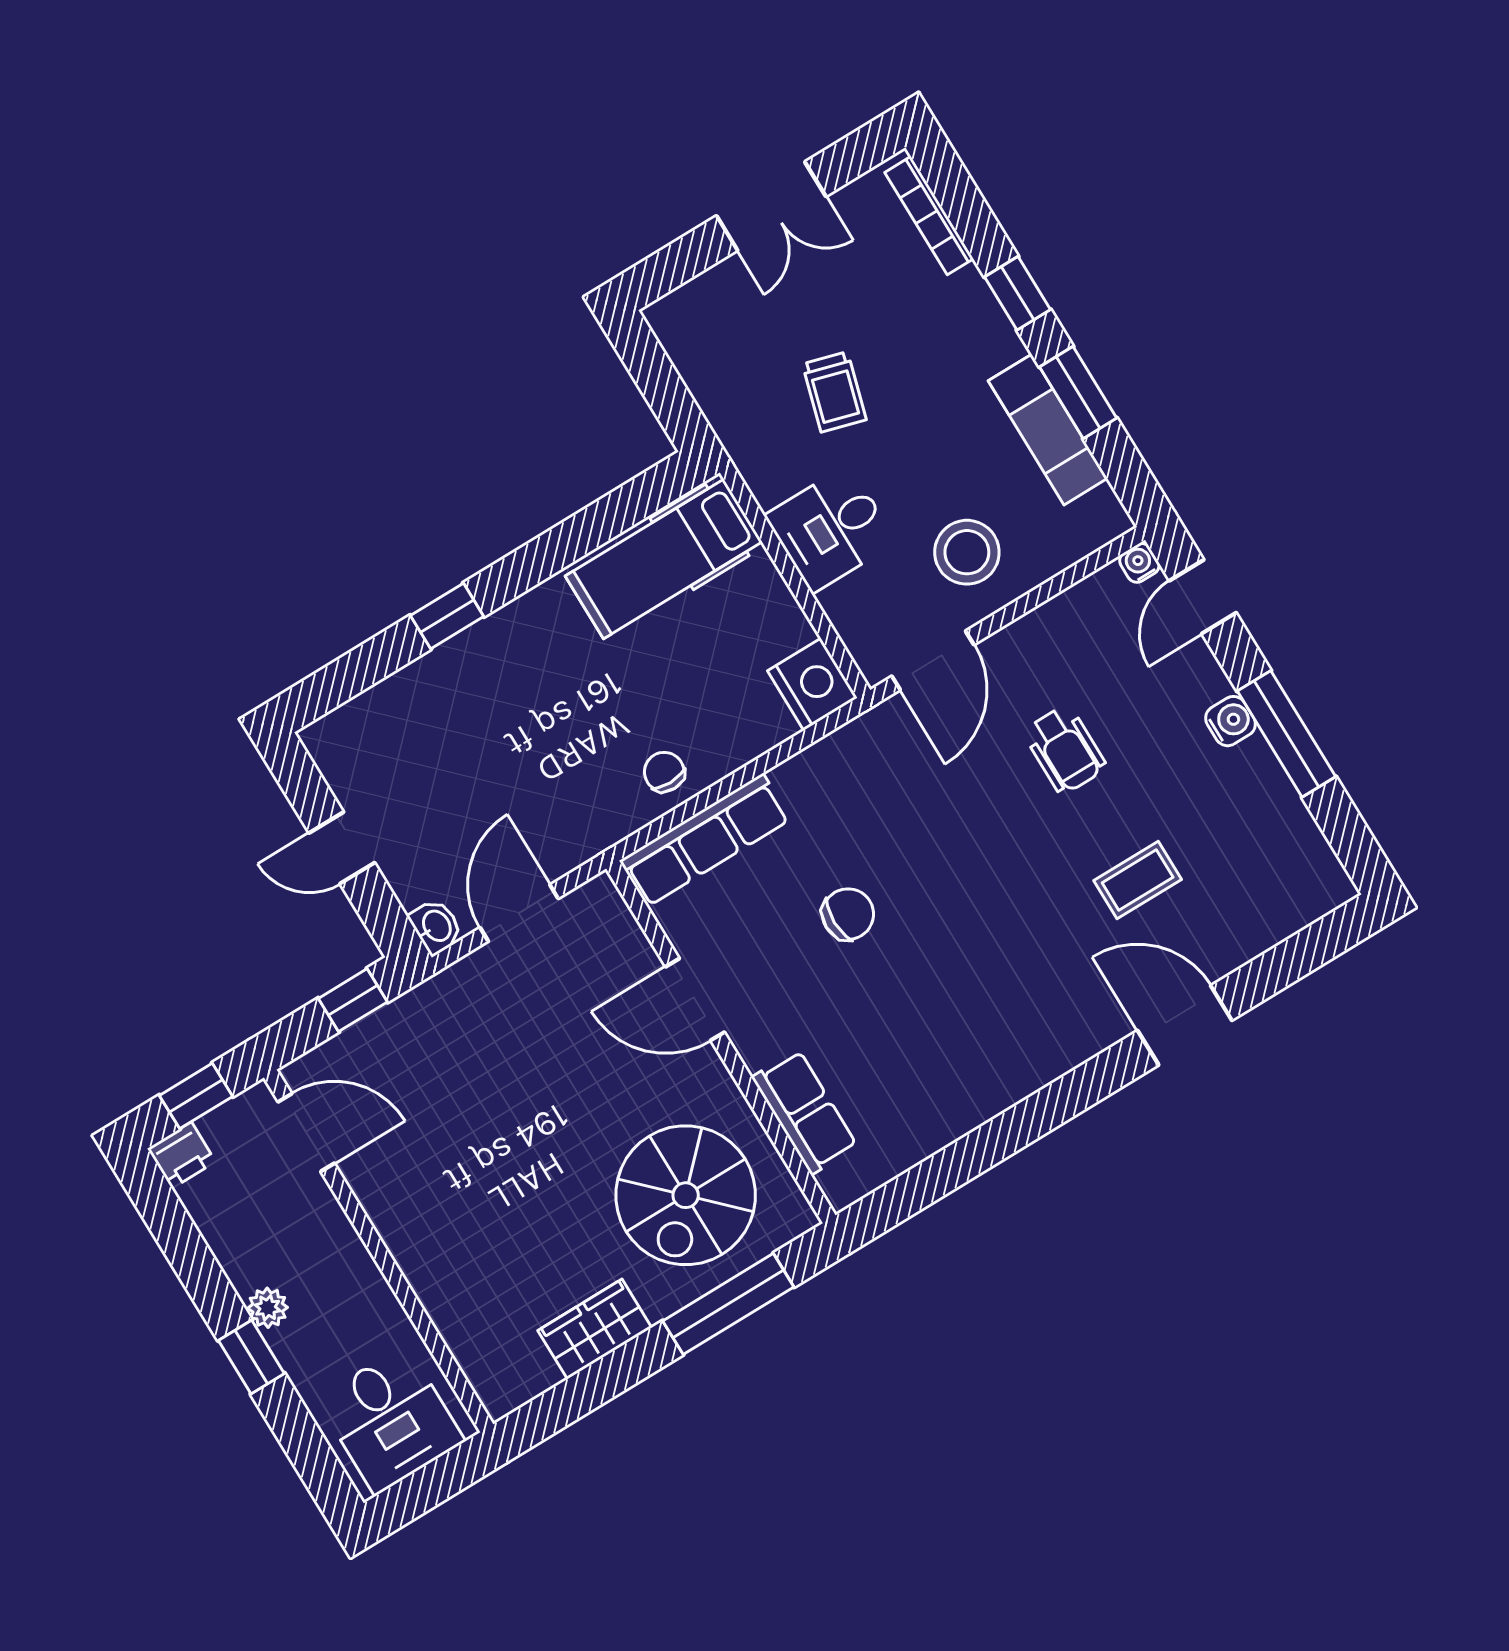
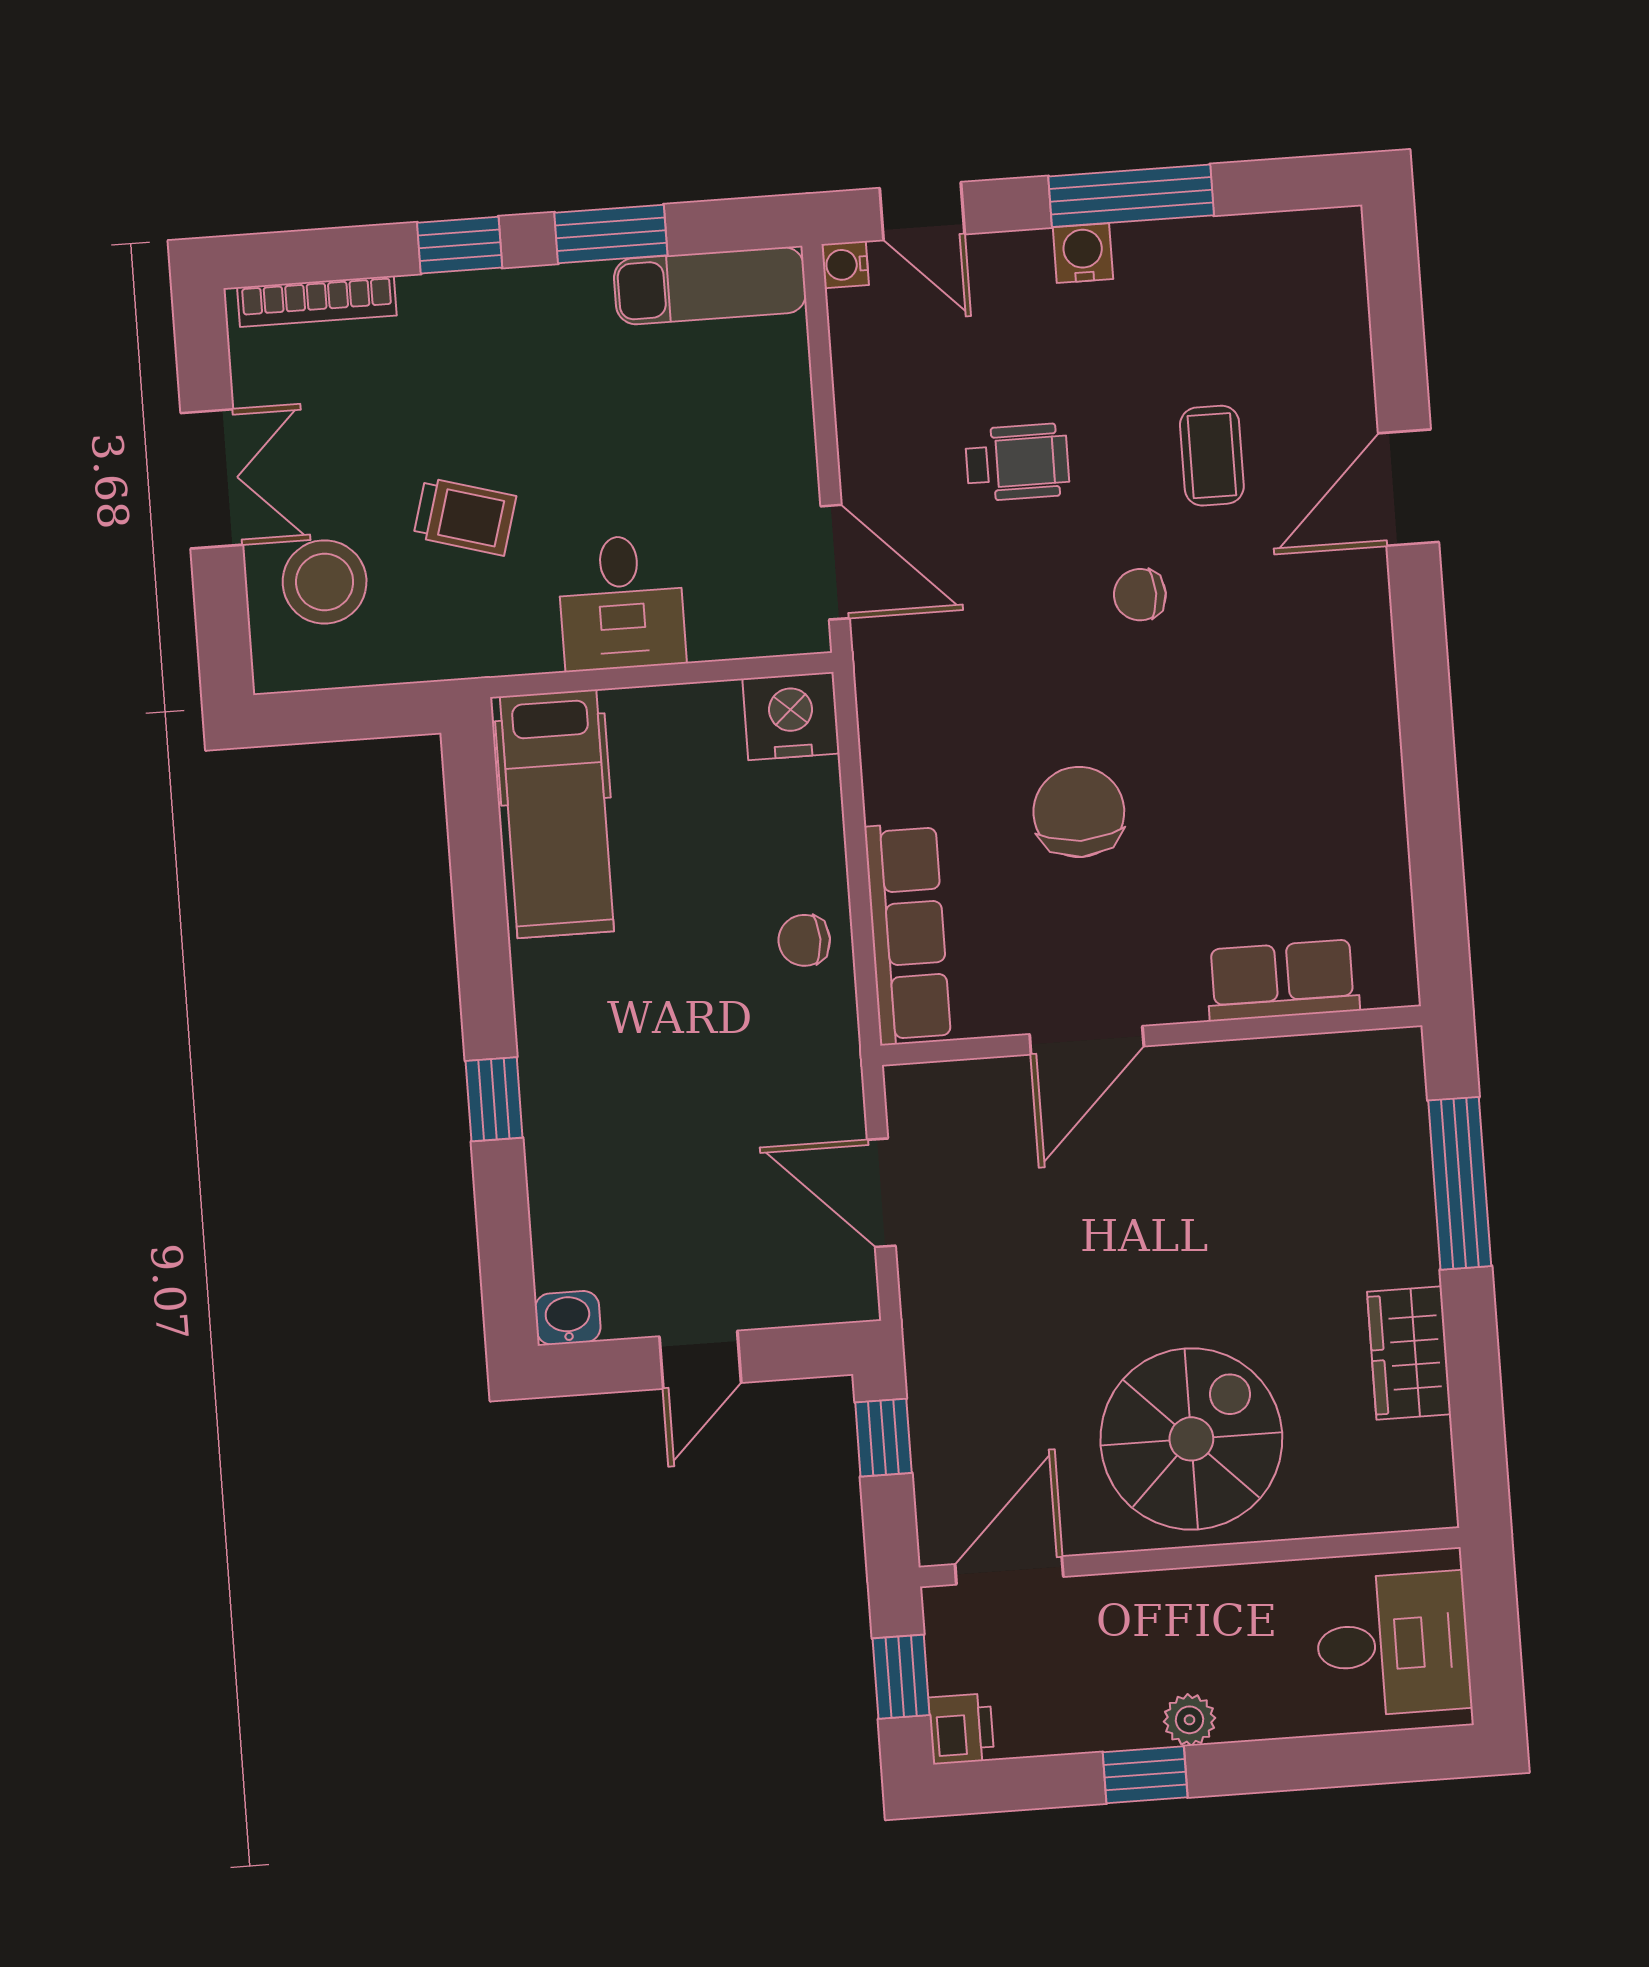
exam couch: (1048, 430) -> (710, 286), moved
stool: (967, 552) -> (325, 582), moved
chair: (1018, 880) -> (1140, 595), added
chair: (848, 914) -> (1079, 812), width x1.37, depth x1.37
washbasin: (436, 926) -> (568, 1318), moved
spiral stairs: (686, 1195) -> (1191, 1439), moved, turned -90
window: (251, 1357) -> (1145, 1775), moved

